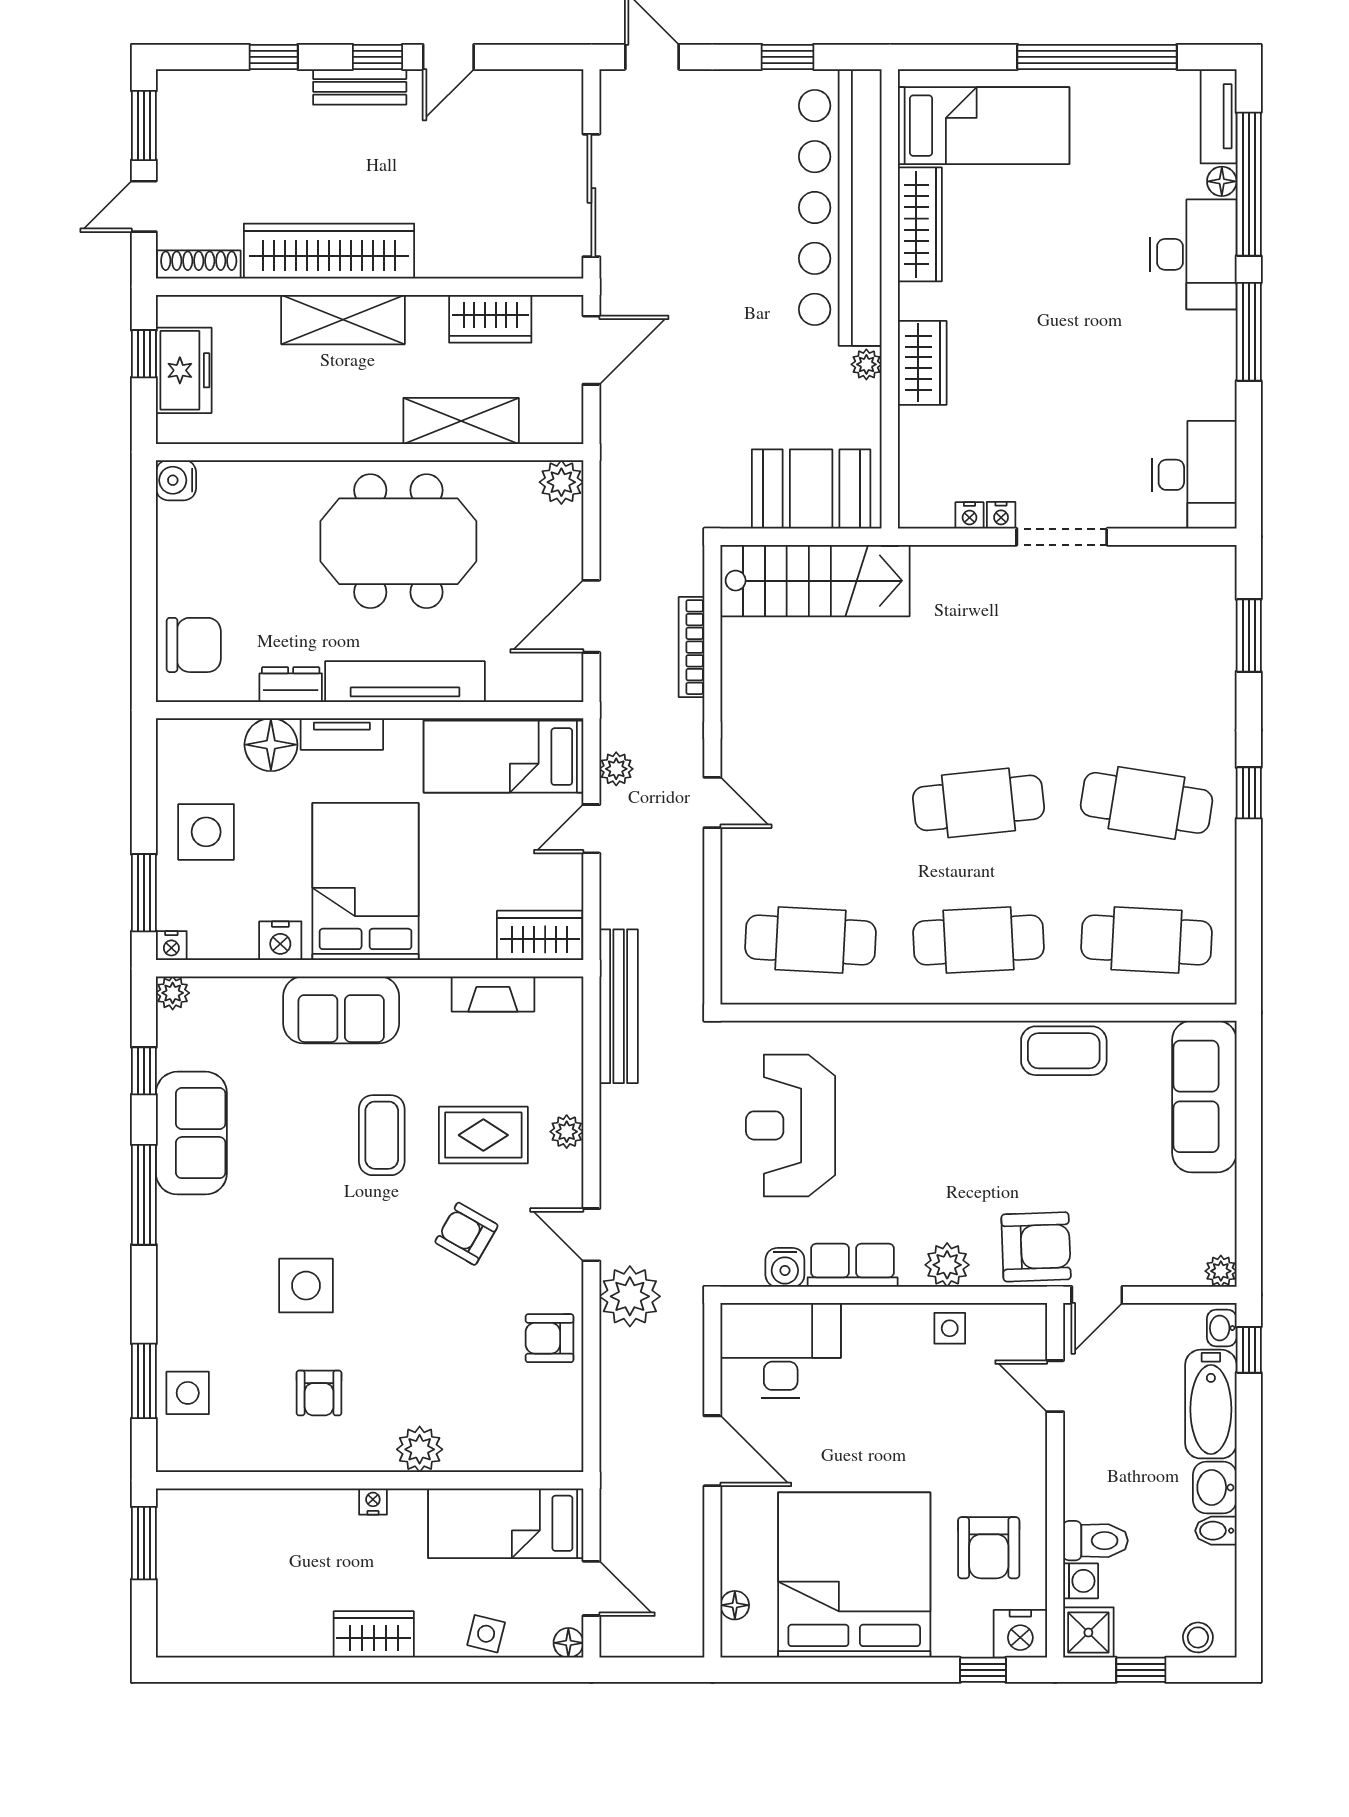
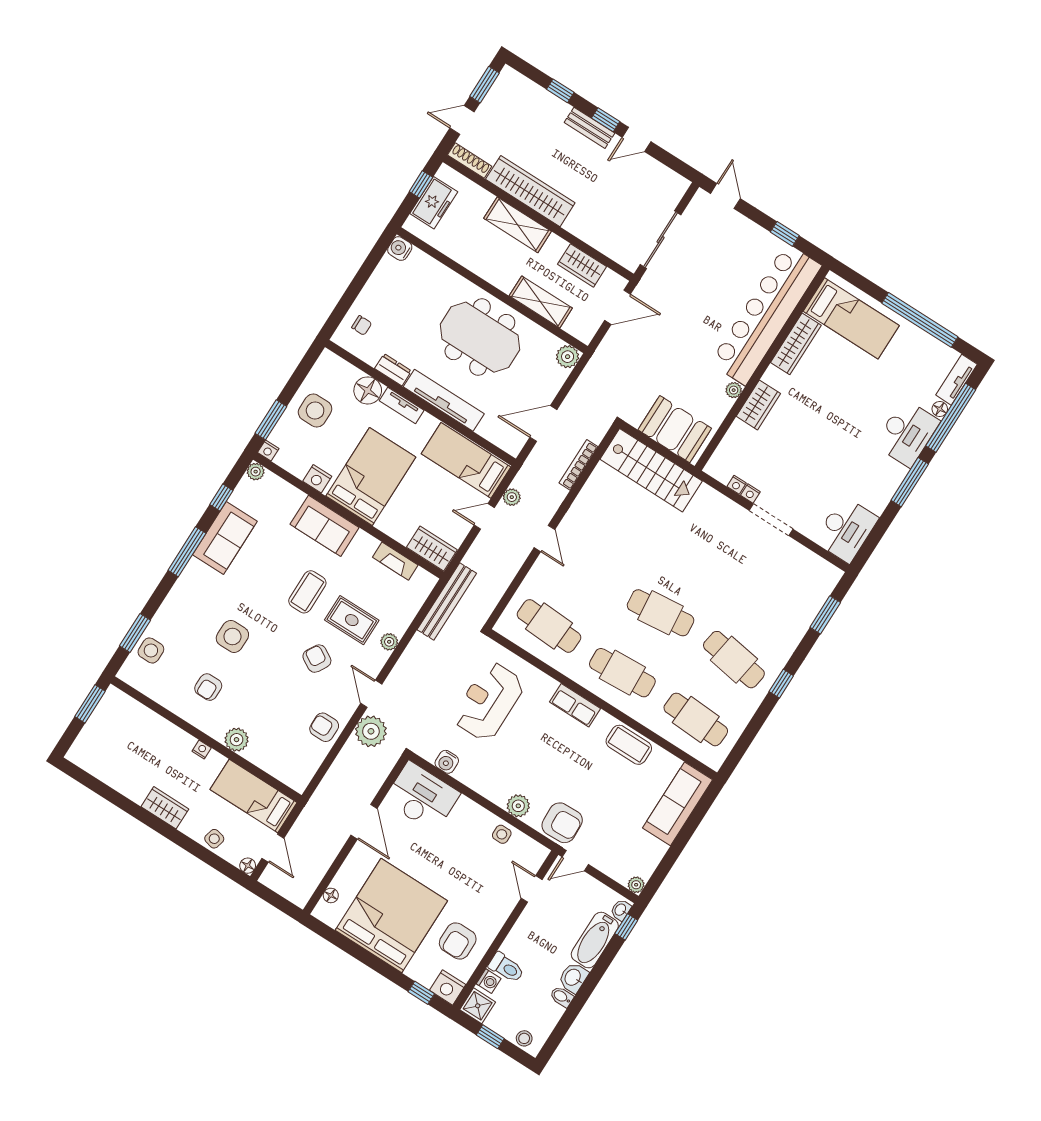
chair: (194, 645) -> (362, 325), width x0.54, depth x0.54
row of seats: (853, 1265) -> (575, 705), moved, turned 180

